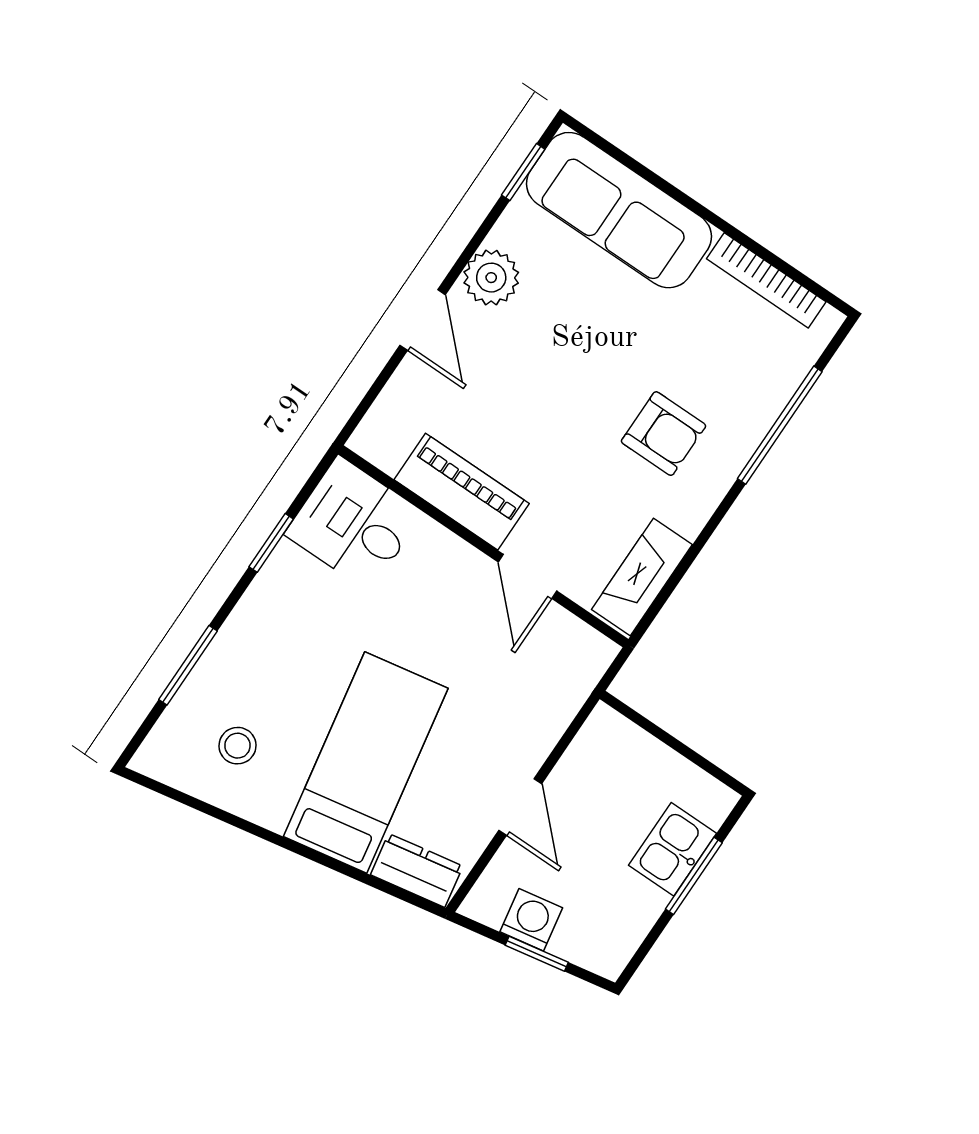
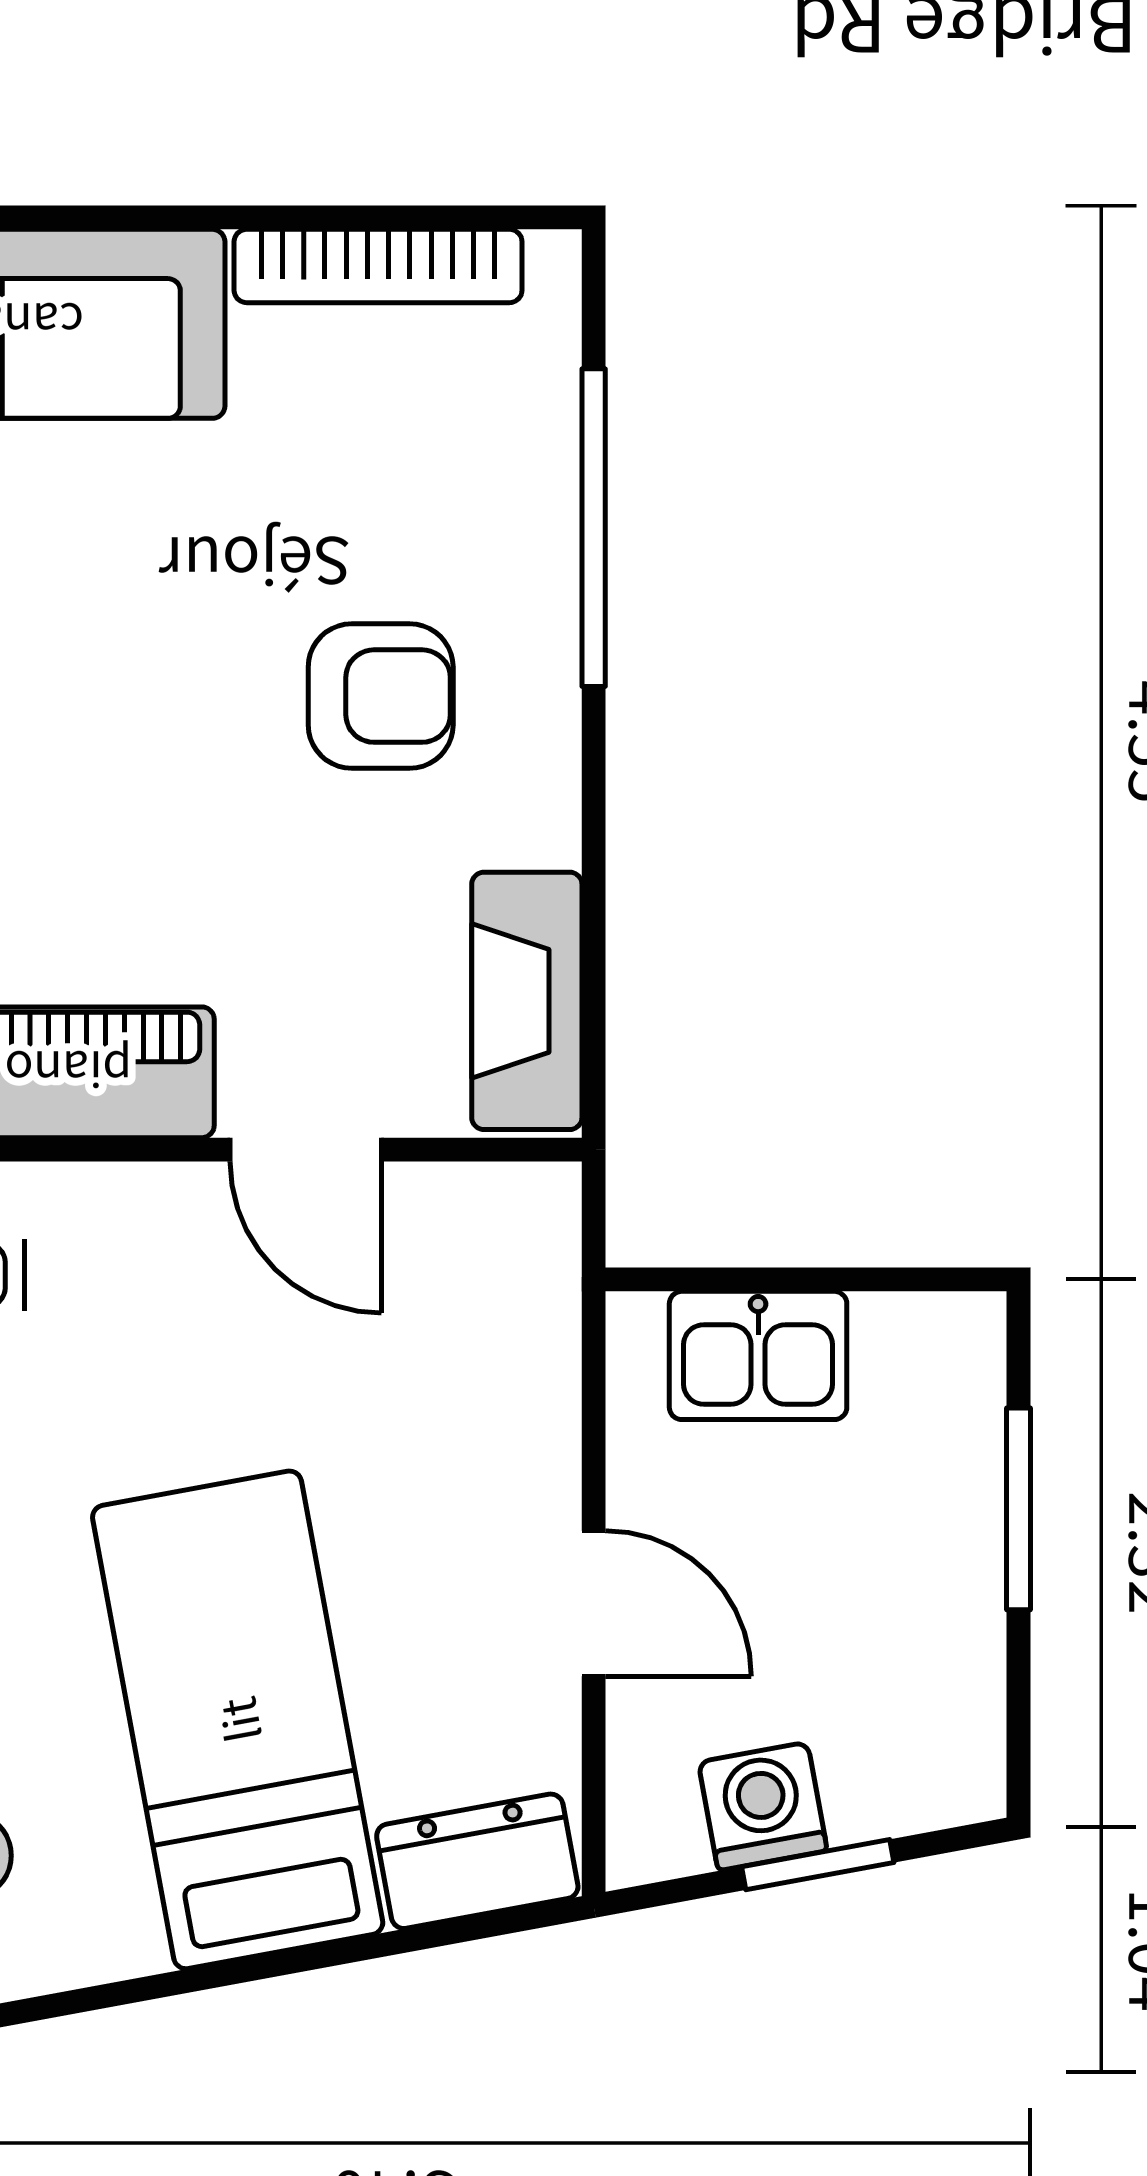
kitchen sink: (672, 849) -> (758, 1355), moved, turned -90

